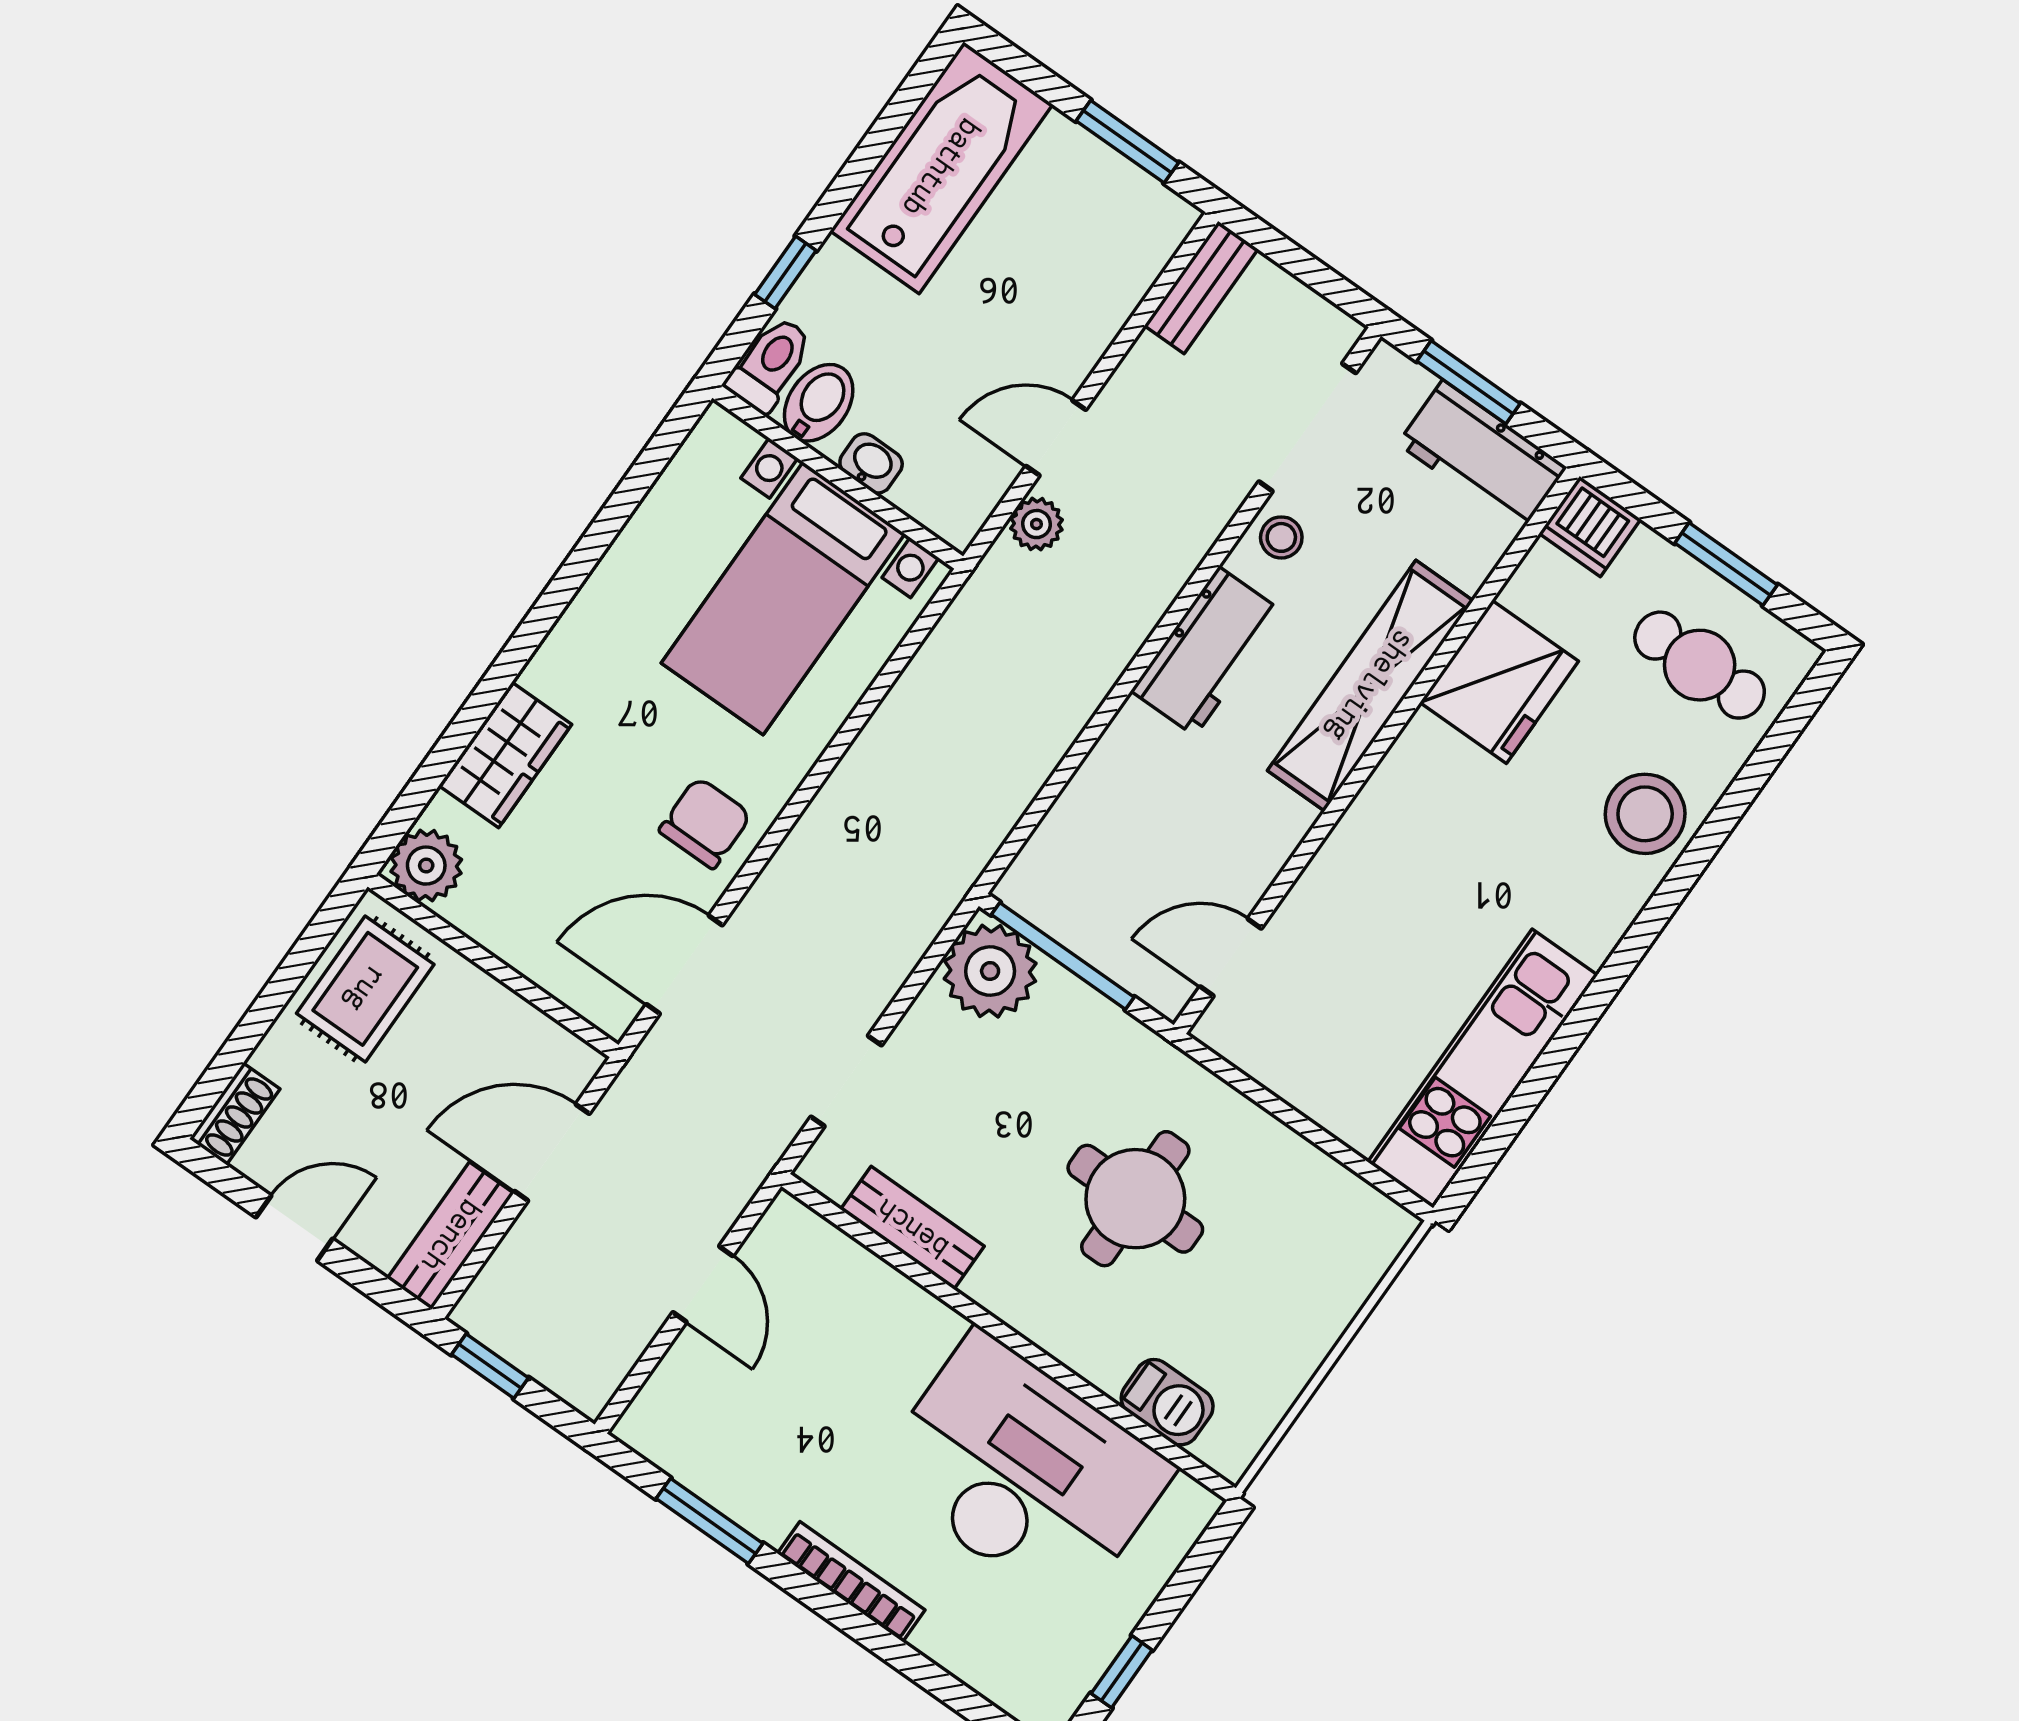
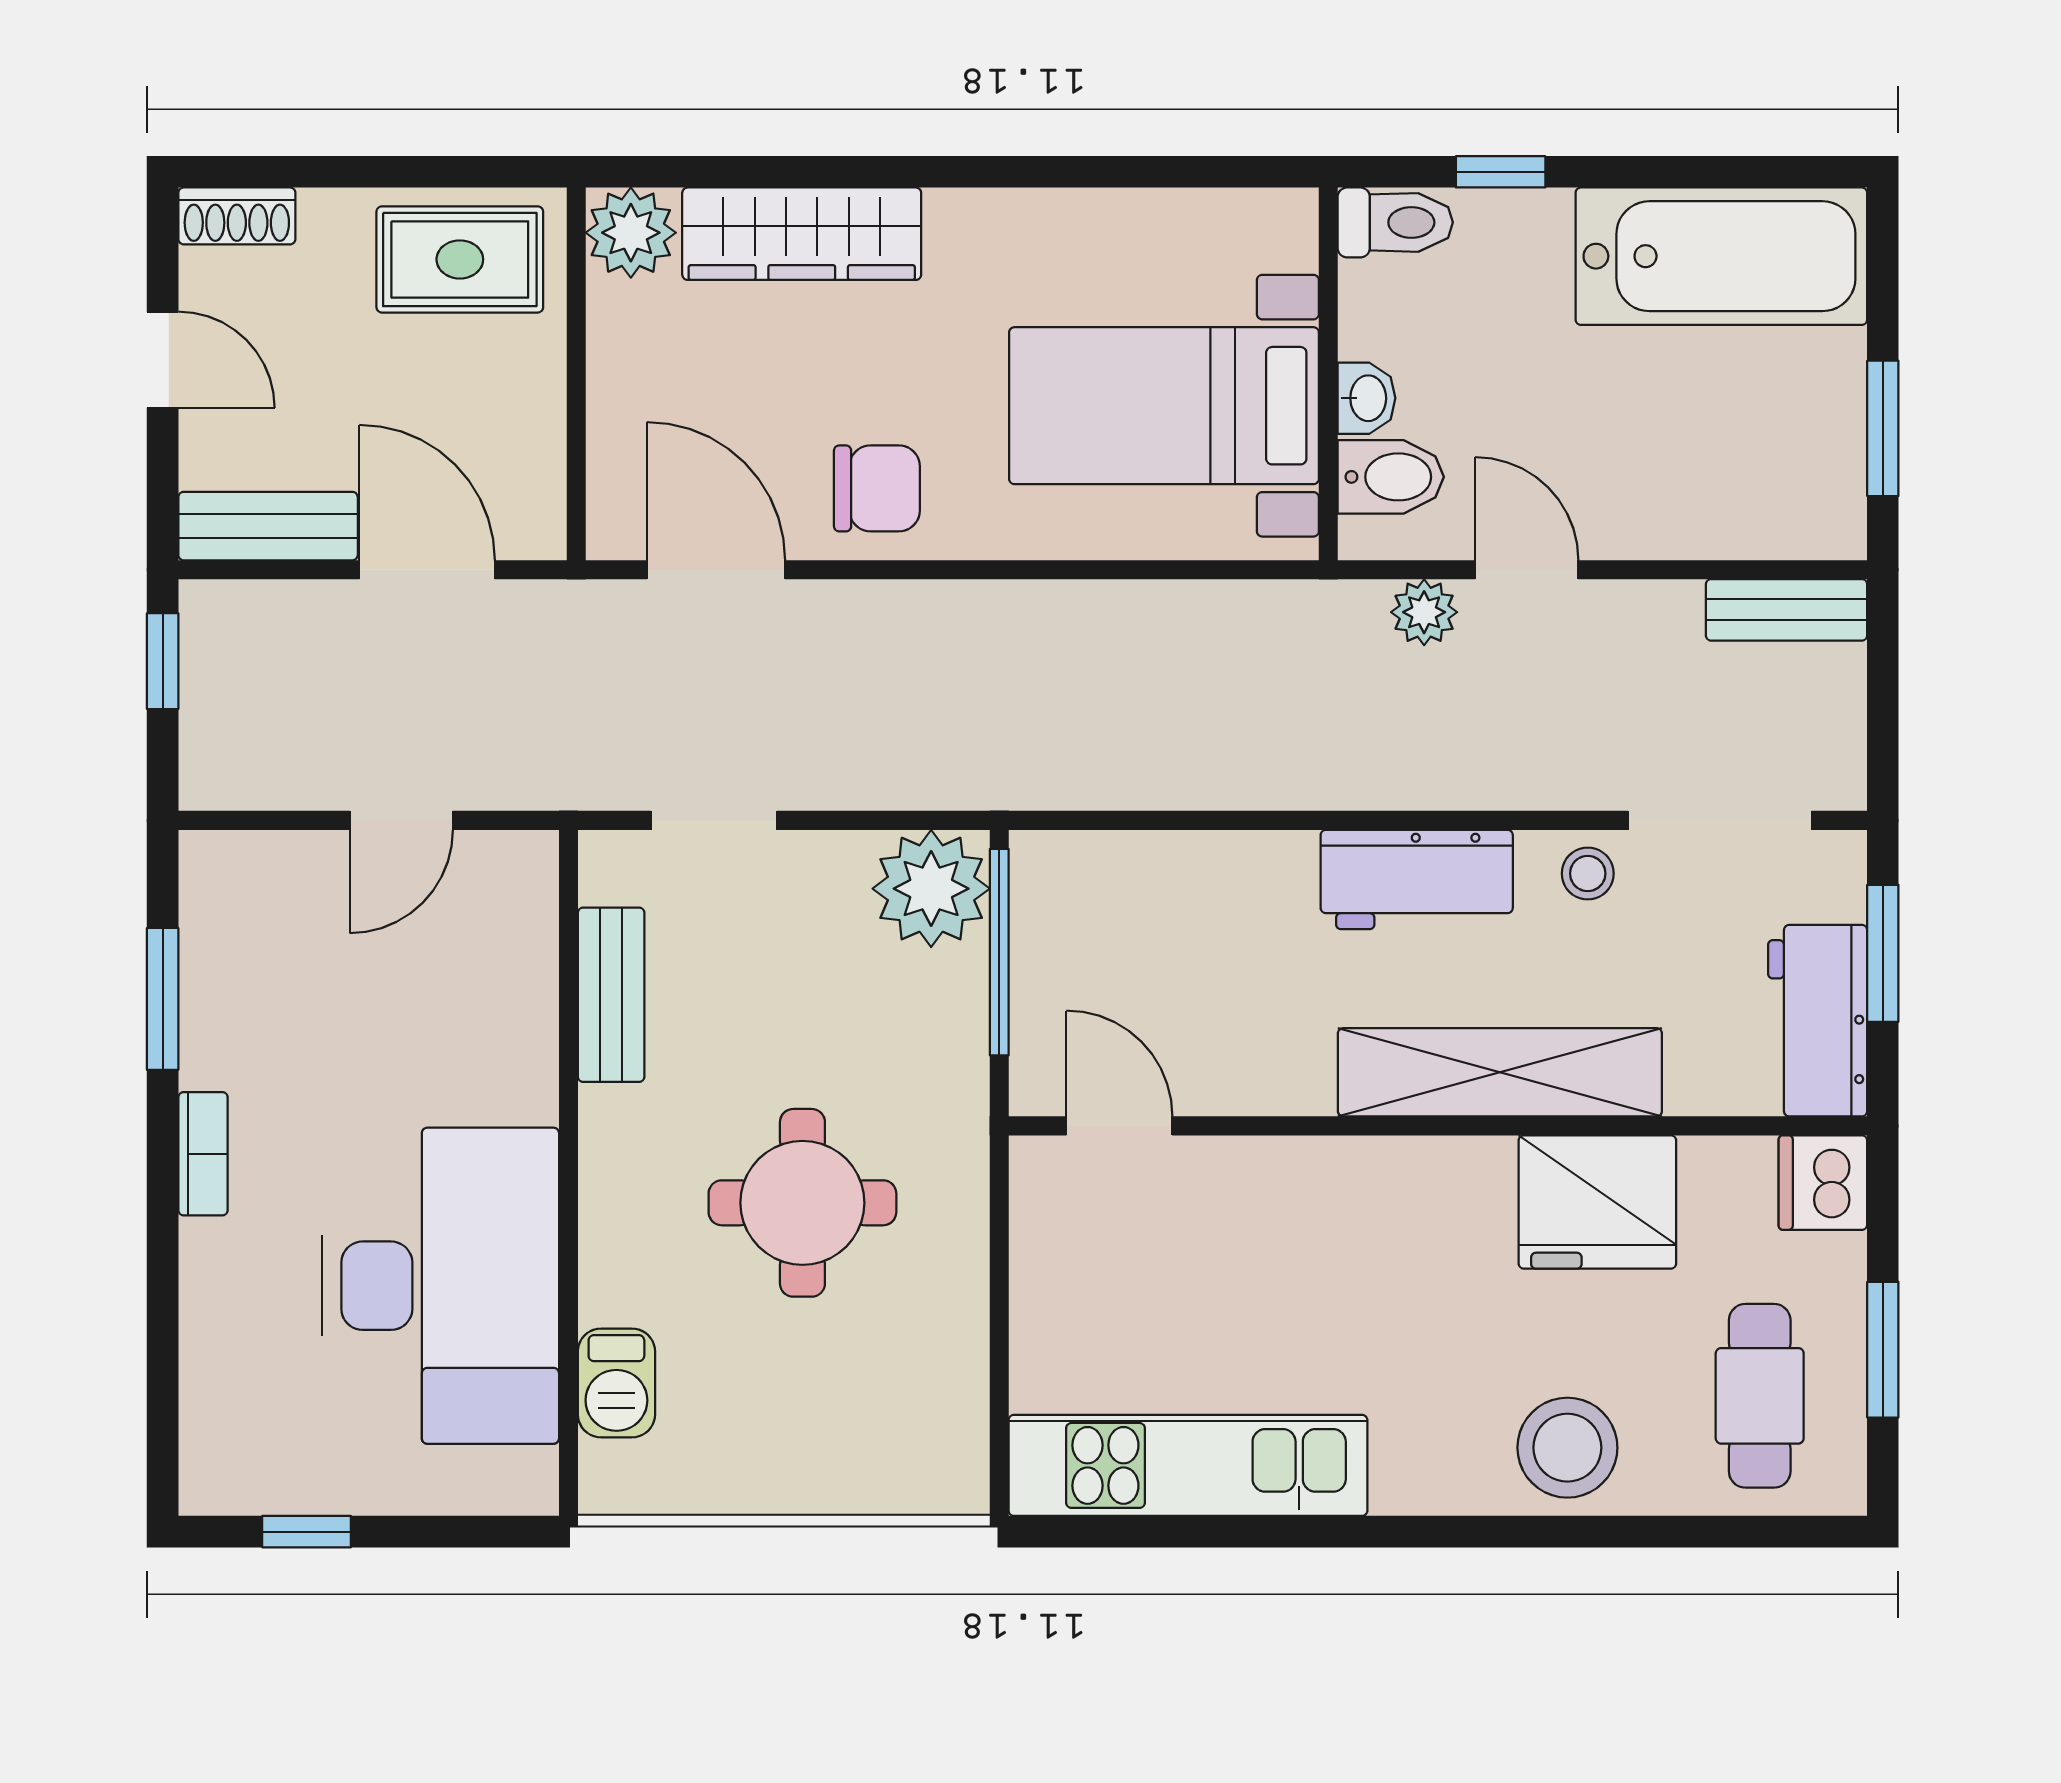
bidet: (819, 403) -> (1391, 477), moved
wardrobe: (505, 755) -> (802, 234), width x1.50
bookcase: (851, 1582) -> (203, 1154), width x0.64

